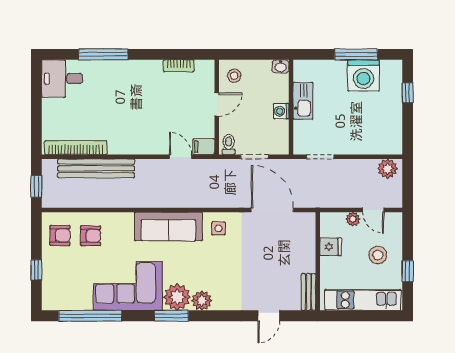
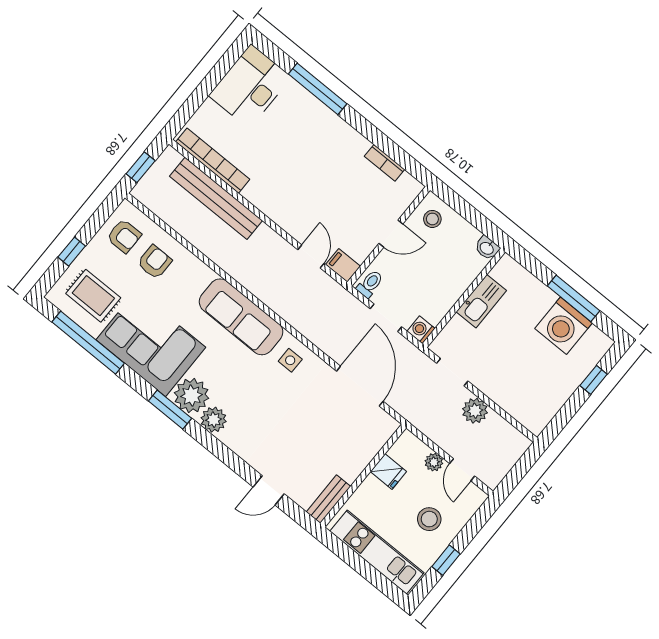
desk: (62, 79) -> (250, 86), width x1.37
washing machine: (281, 111) -> (421, 330), moved
plant: (388, 169) -> (475, 411), moved
armchair: (91, 236) -> (155, 262), turned -90
rug: (71, 286) -> (93, 296), added

